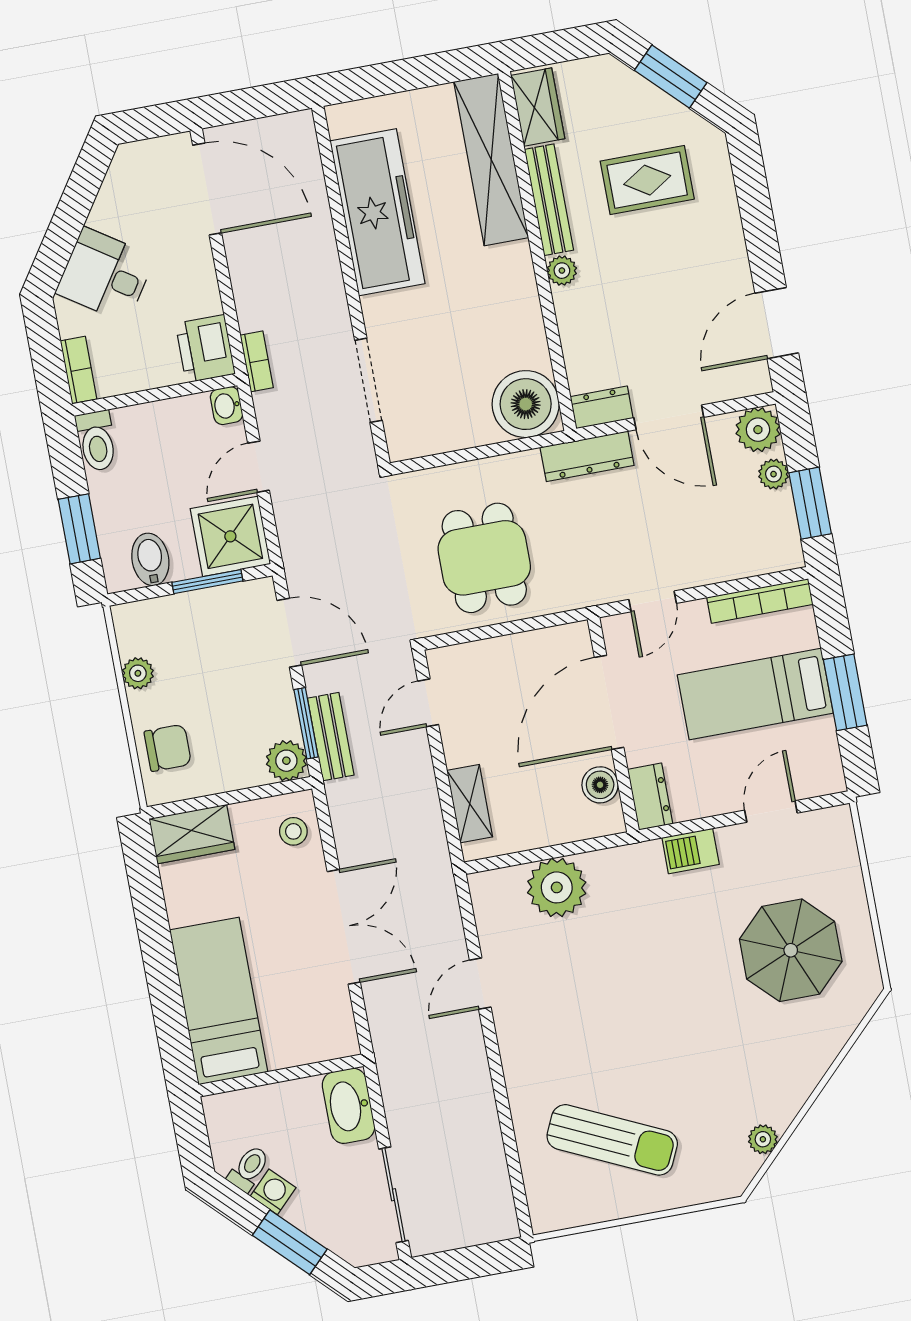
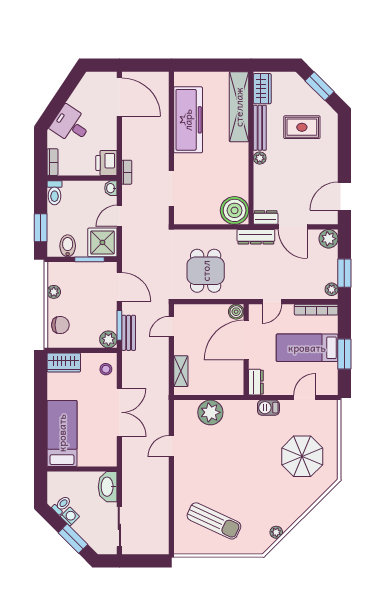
plant: (774, 474) -> (332, 289), moved
boiler: (600, 785) -> (236, 312), moved

